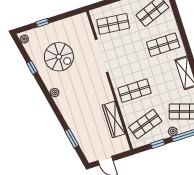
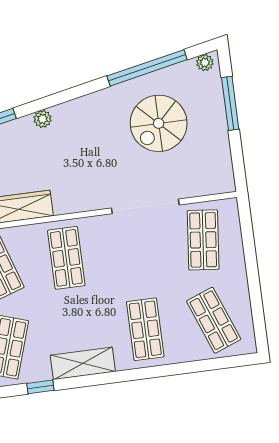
window: (42, 23) -> (230, 103), width x2.17
window: (32, 68) -> (147, 68), width x3.17
plant: (55, 93) -> (43, 119), moved

